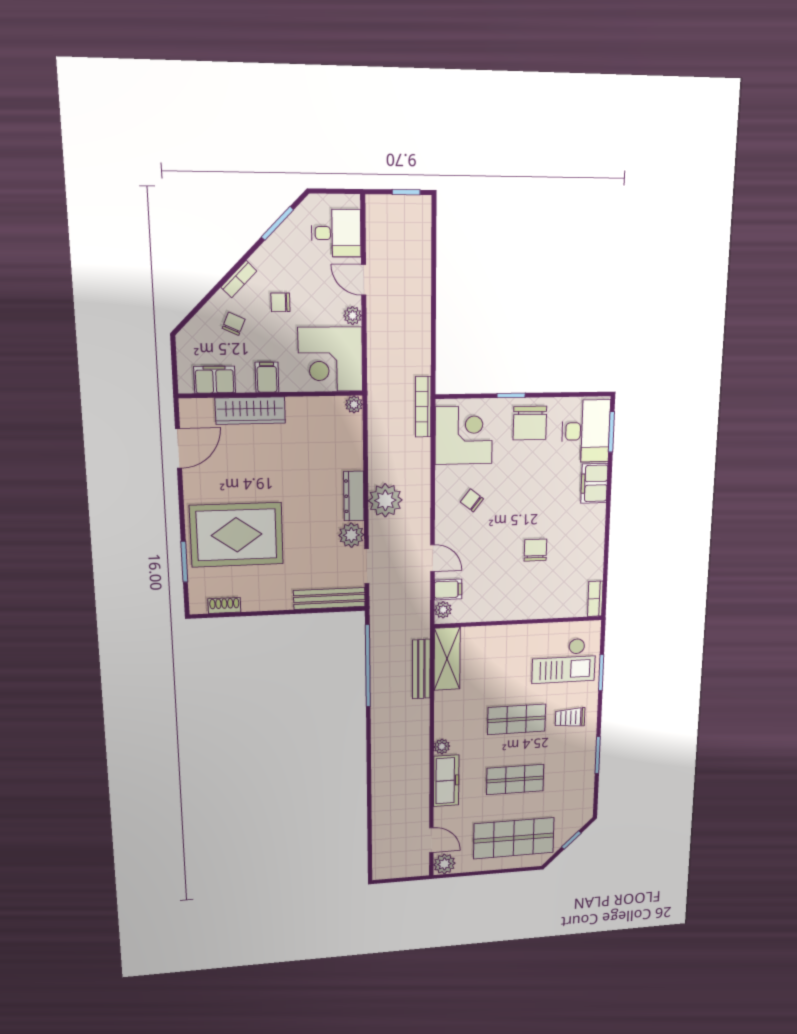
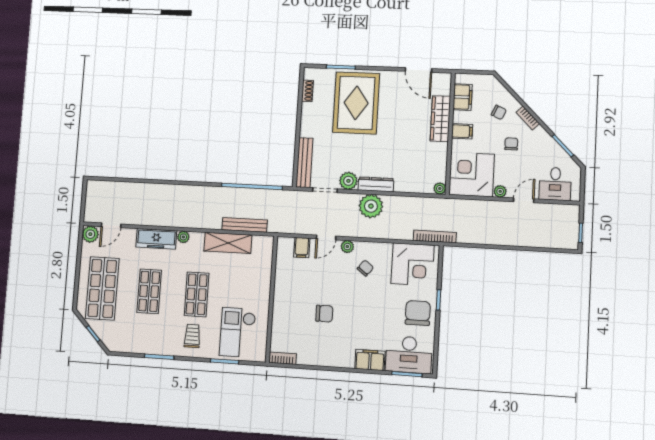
chair: (530, 423) -> (418, 313), turned 90
plant: (443, 610) -> (347, 247), moved
shelving: (447, 659) -> (228, 243), moved

